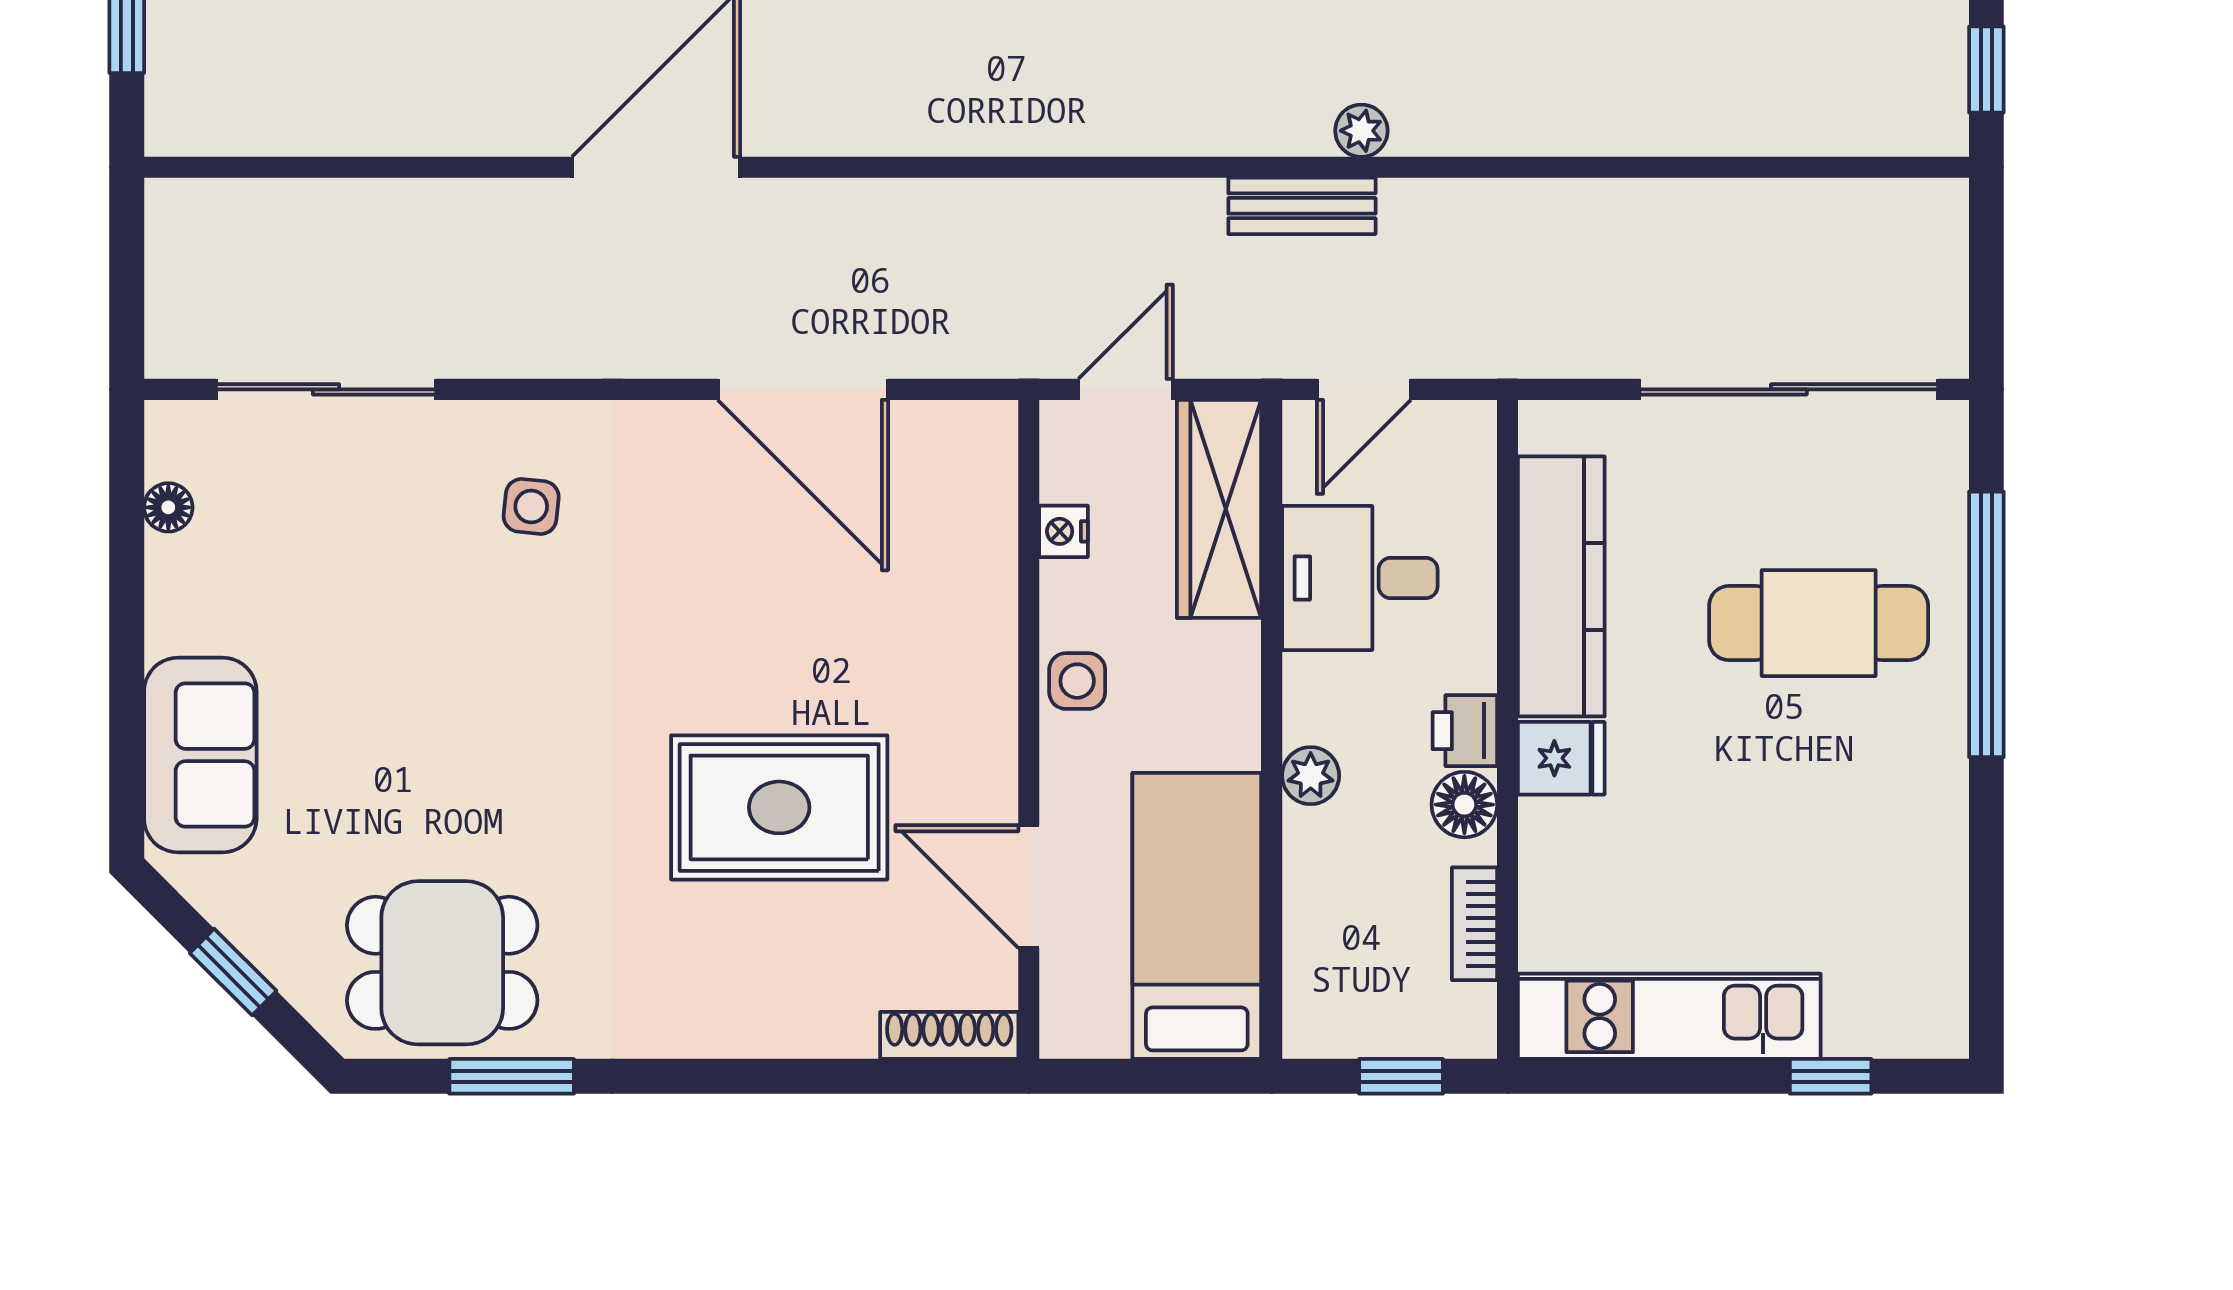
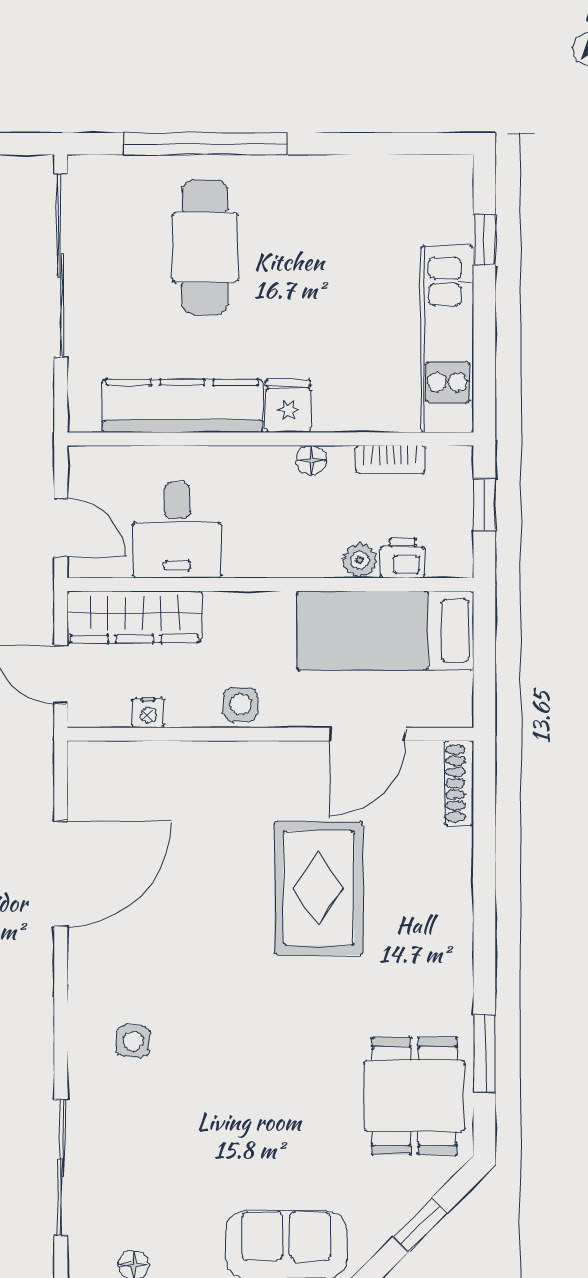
printer: (1465, 731) -> (403, 558), moved, turned 180
plant: (1311, 776) -> (360, 560), moved
floor lamp: (1464, 805) -> (311, 460), width x0.73, depth x0.73

